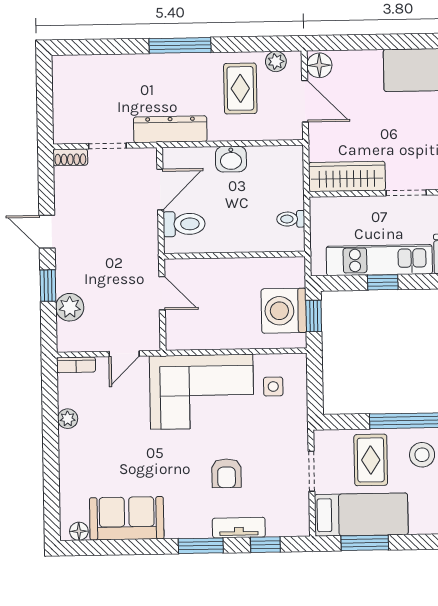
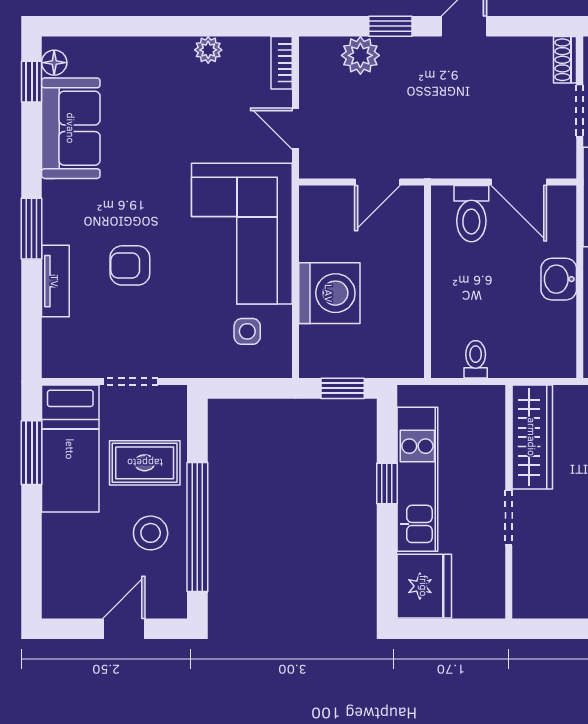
washing machine: (284, 311) -> (329, 293), moved, turned 90
window: (265, 545) -> (32, 82), moved

